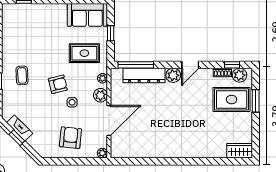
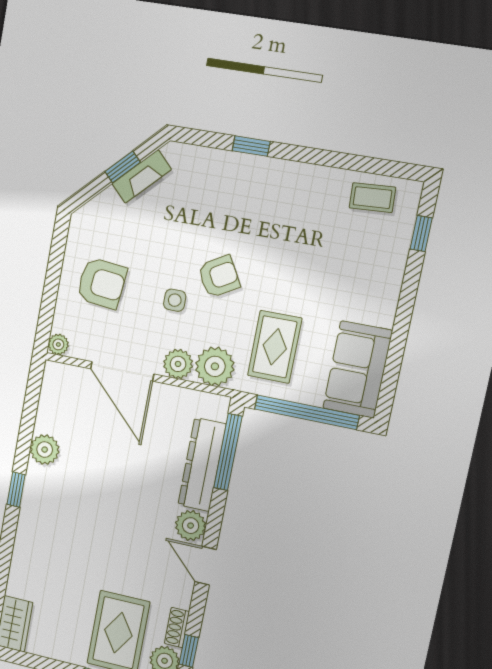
window: (111, 33) -> (307, 412), width x3.17
coffee table: (22, 75) -> (372, 198), moved
plant: (102, 78) -> (215, 366), width x1.87, depth x1.87
armchair: (58, 84) -> (219, 276), turned -106
plant: (153, 151) -> (45, 450), added
window: (175, 161) -> (16, 490), added

